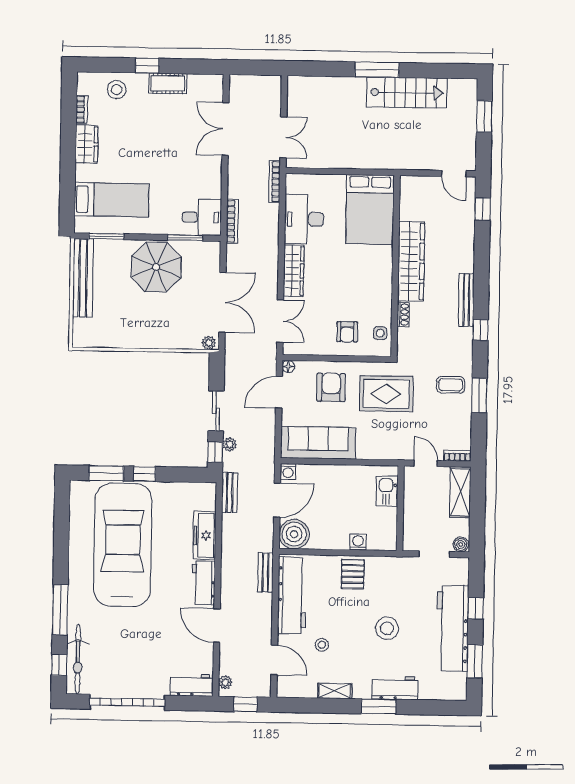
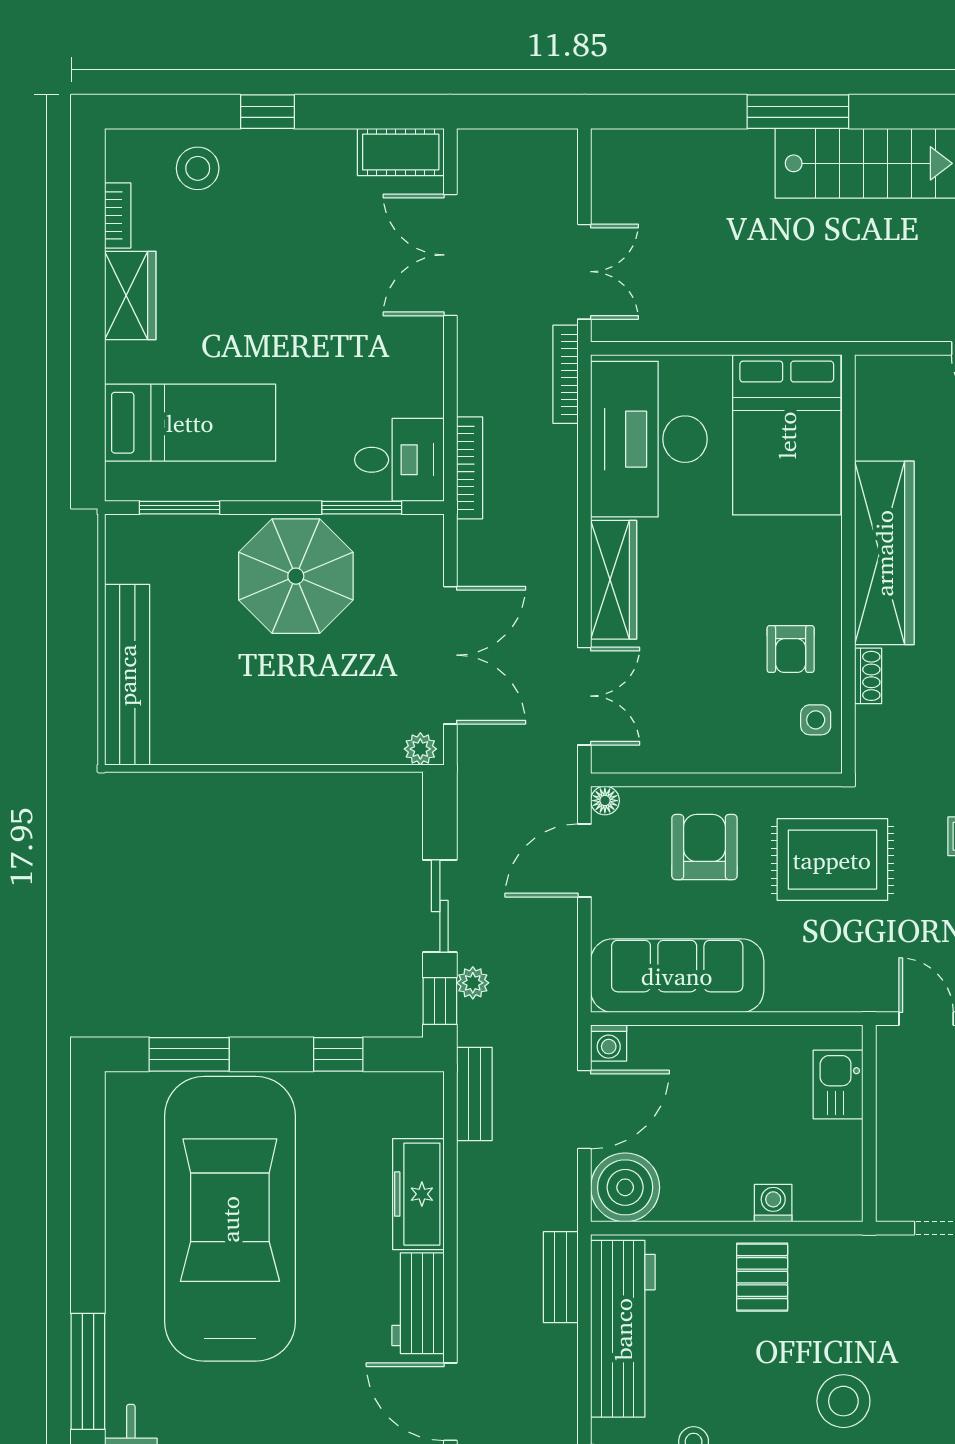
cot: (168, 83) -> (401, 152), moved
desk: (304, 219) -> (649, 439), width x1.36, depth x1.30
bench: (83, 278) -> (127, 675), moved
armchair: (347, 332) -> (791, 649), moved
window: (145, 474) -> (338, 1054), moved

